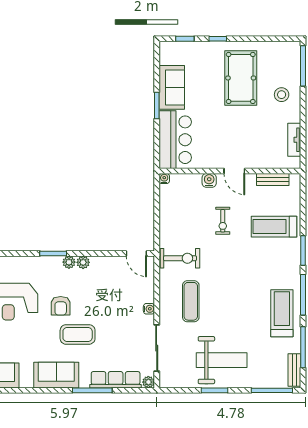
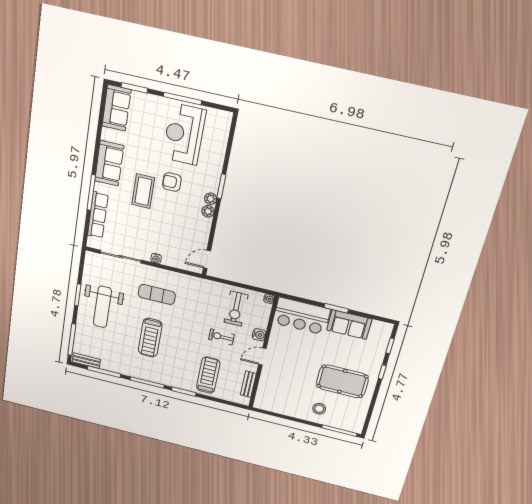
tv unit: (294, 140) -> (278, 409), removed
exercise bike: (180, 258) -> (236, 309), moved
treadmill: (282, 313) -> (150, 338), moved, turned 90
plant: (148, 382) -> (92, 243), removed

